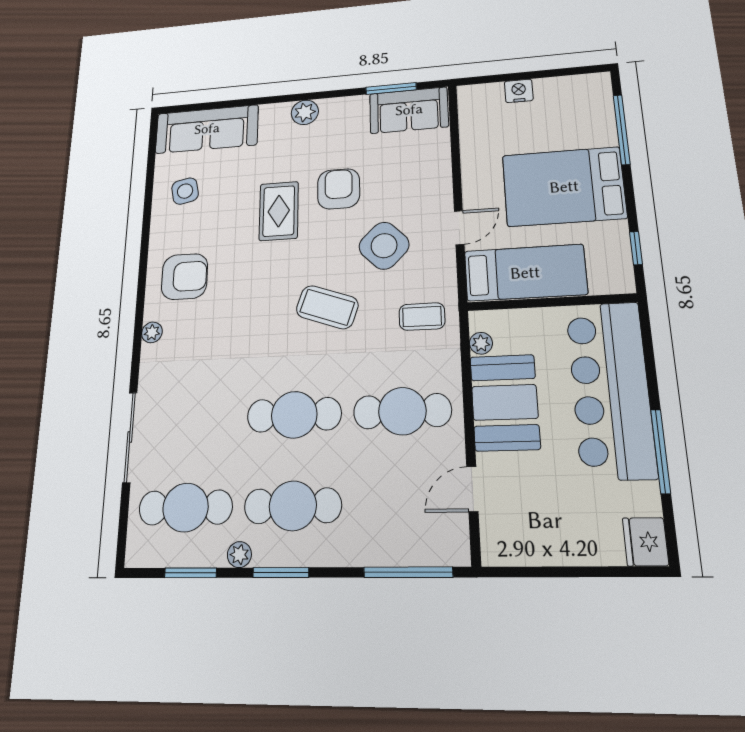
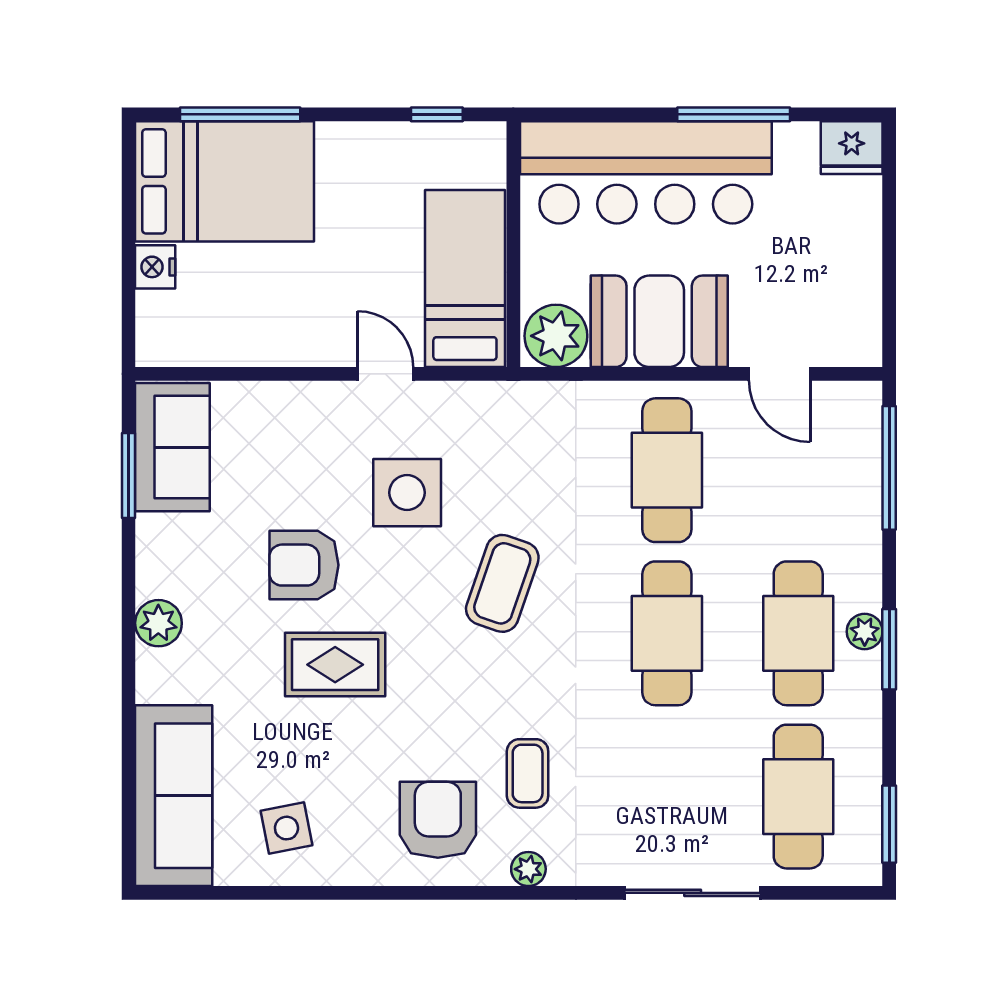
bed: (564, 187) -> (225, 181), moved, turned -90
side table: (384, 246) -> (407, 493), turned 45
coffee table: (422, 317) -> (528, 773), moved
plant: (481, 343) -> (556, 336), width x1.88, depth x1.88
plant: (239, 555) -> (865, 632), moved
window: (190, 573) -> (889, 824), moved

